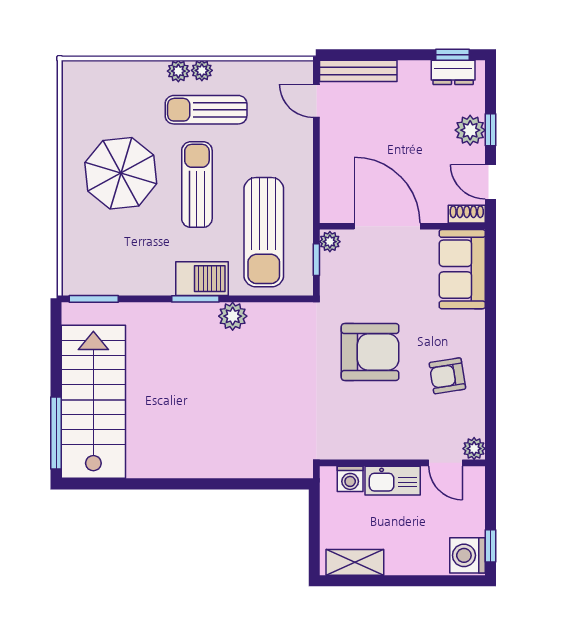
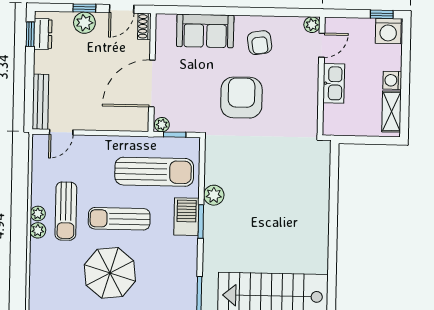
sofa: (462, 269) -> (205, 31), moved
washing machine: (350, 479) -> (392, 80), moved, turned 180

